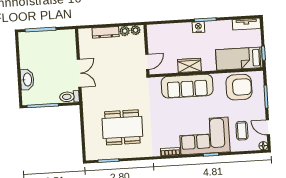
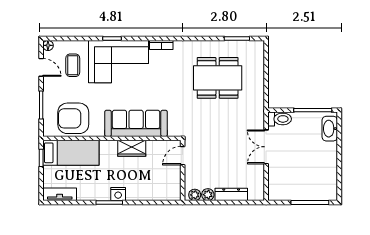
washbasin: (27, 80) -> (330, 129), moved

